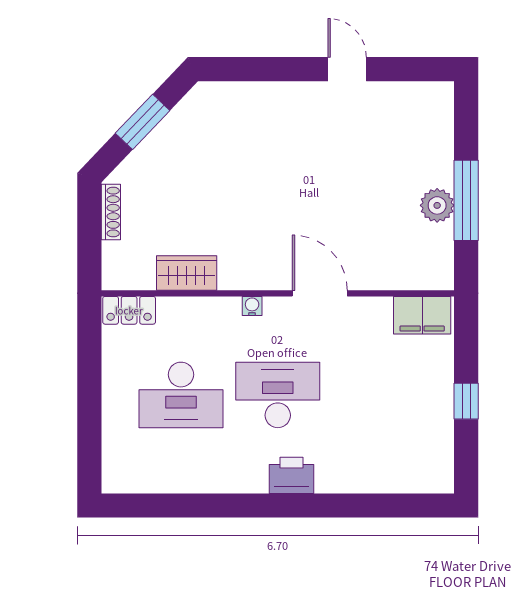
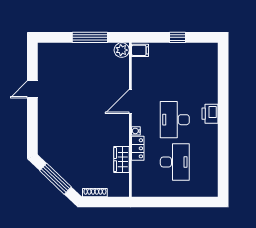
window: (143, 122) -> (55, 179), width x1.44
plant: (437, 205) -> (122, 50), moved
locker: (129, 310) -> (138, 148), moved
filing cabinet: (422, 315) -> (140, 50), width x0.50

